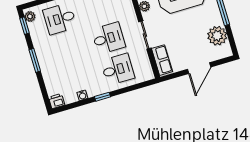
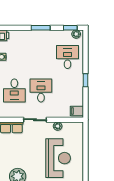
desk: (108, 38) -> (41, 90), turned 180

